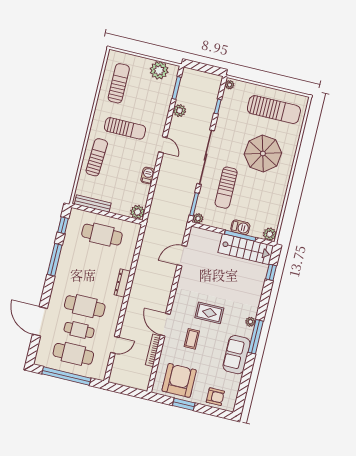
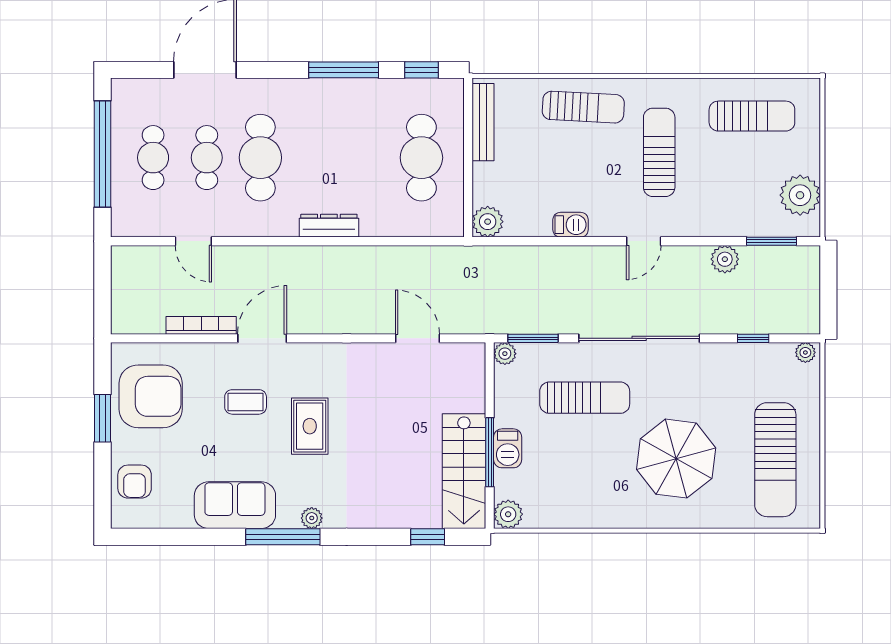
sun lounger: (125, 128) -> (659, 152), turned 180
sun lounger: (226, 188) -> (585, 398), turned 180
cafe table: (73, 354) -> (153, 158), width x0.73, depth x0.74

